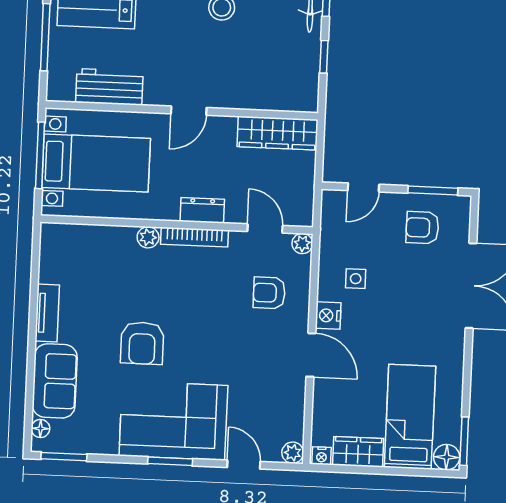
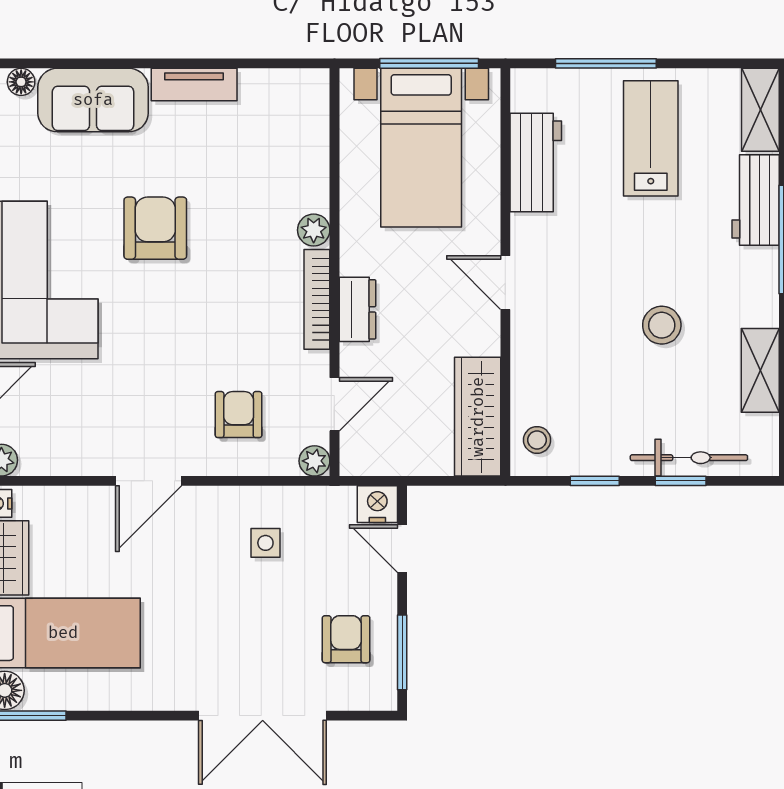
stool: (295, 94) -> (537, 440), added
nightstand: (328, 315) -> (377, 504), moved
armchair: (142, 343) -> (155, 228), turned 90

